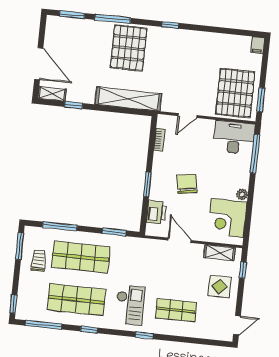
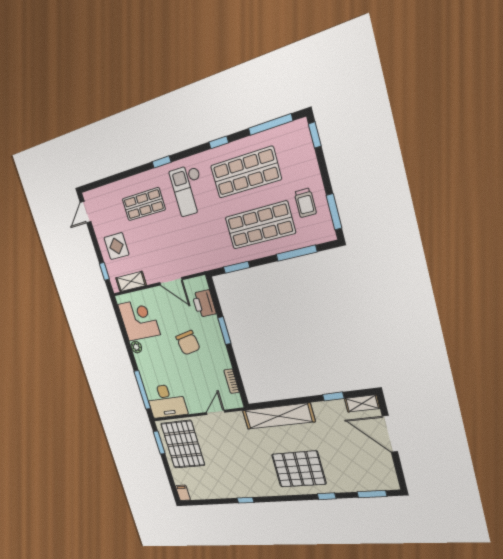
window: (113, 19) -> (327, 496), width x0.46
window: (170, 25) -> (245, 500), moved
pallet: (129, 48) -> (299, 469), turned 90

